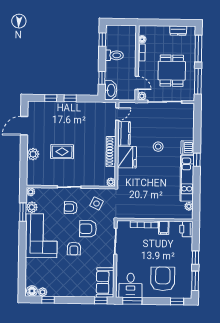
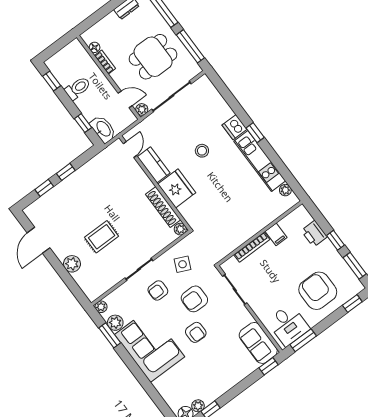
dining table: (172, 71) -> (153, 57), turned 90
shoe rack: (111, 152) -> (163, 207), moved
printer: (186, 229) -> (314, 234), moved

